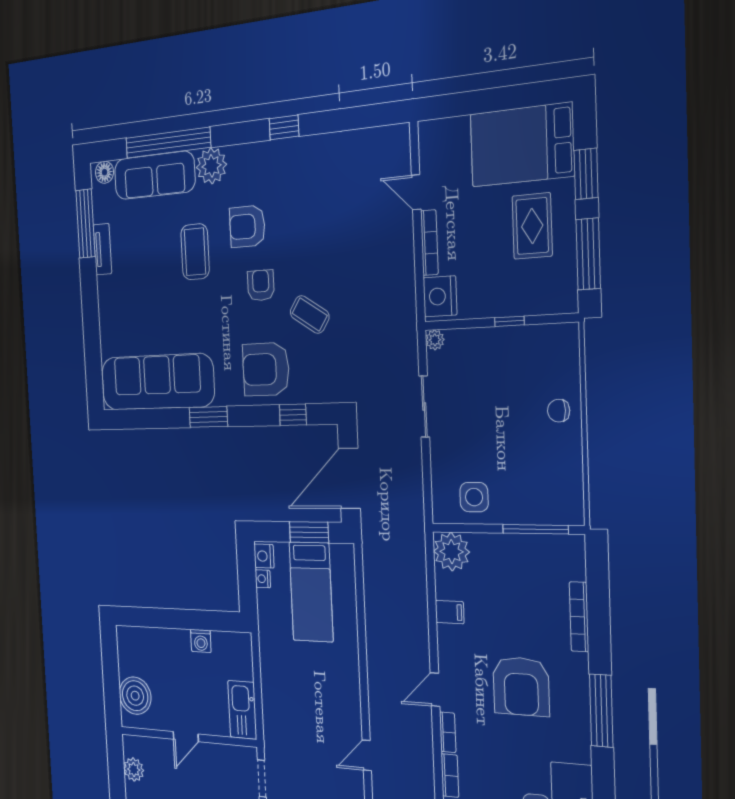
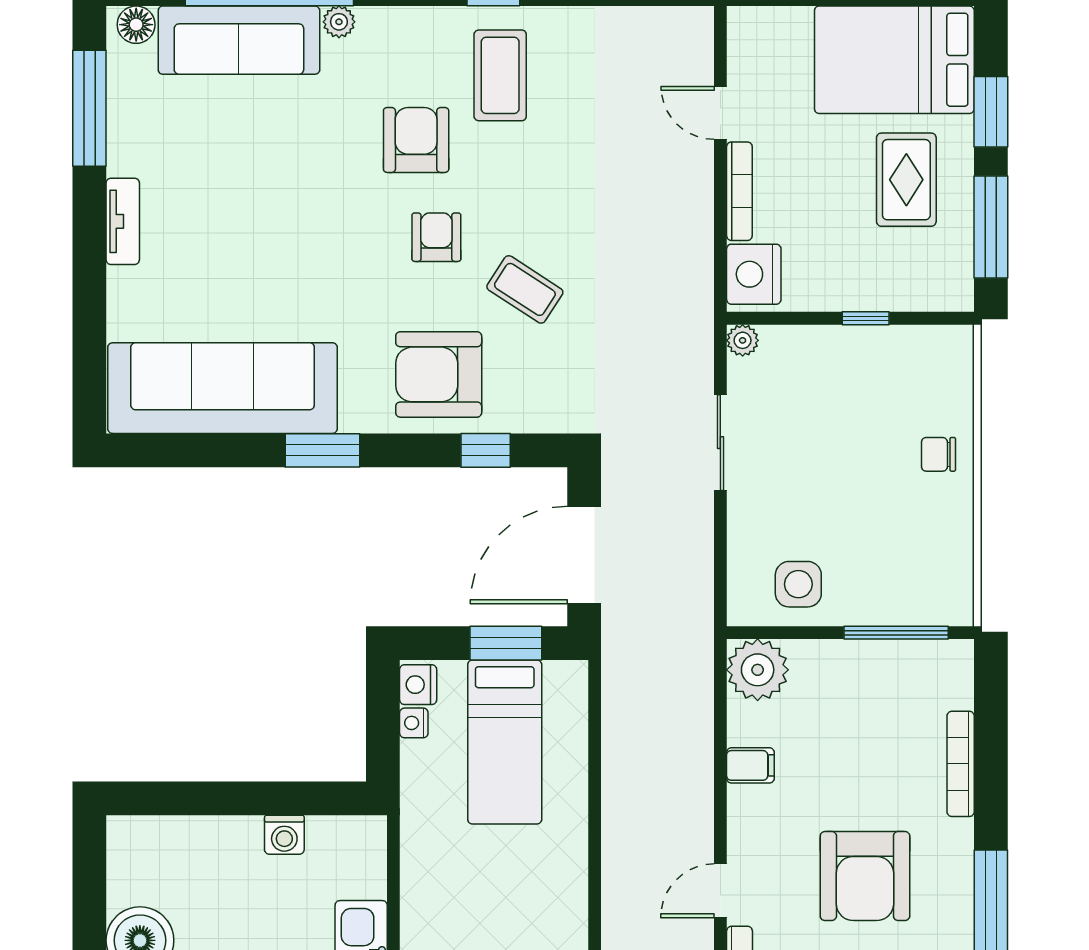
plant: (211, 166) -> (339, 22), width x0.53, depth x0.53
armchair: (247, 226) -> (416, 140), turned 90
tv unit: (102, 249) -> (123, 221), moved
coffee table: (195, 252) -> (500, 75), moved

